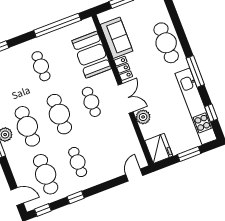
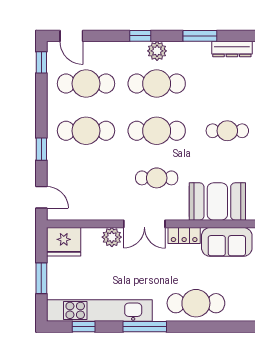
cafe table: (78, 162) -> (86, 131), width x1.37, depth x1.35
door: (17, 197) -> (71, 36), hinge flipped
window: (76, 197) -> (41, 149), moved

